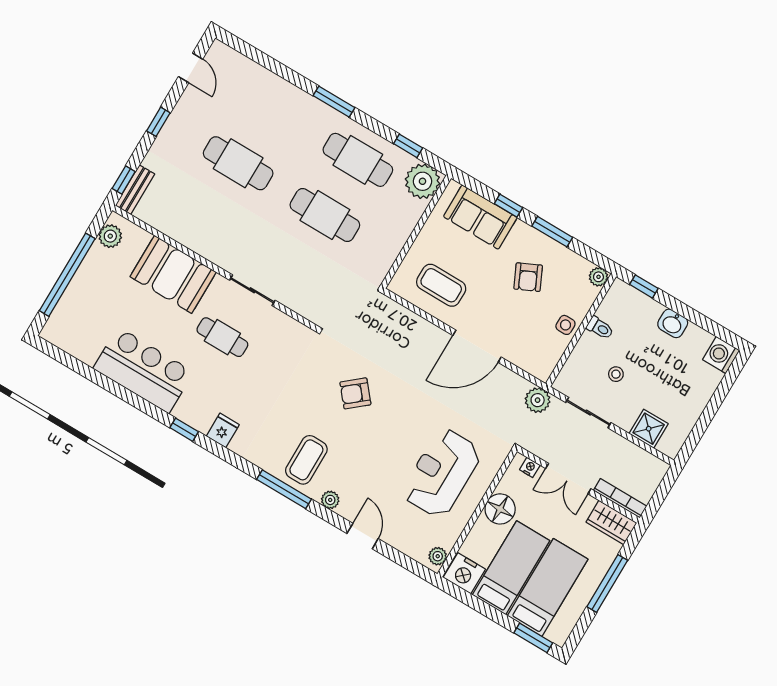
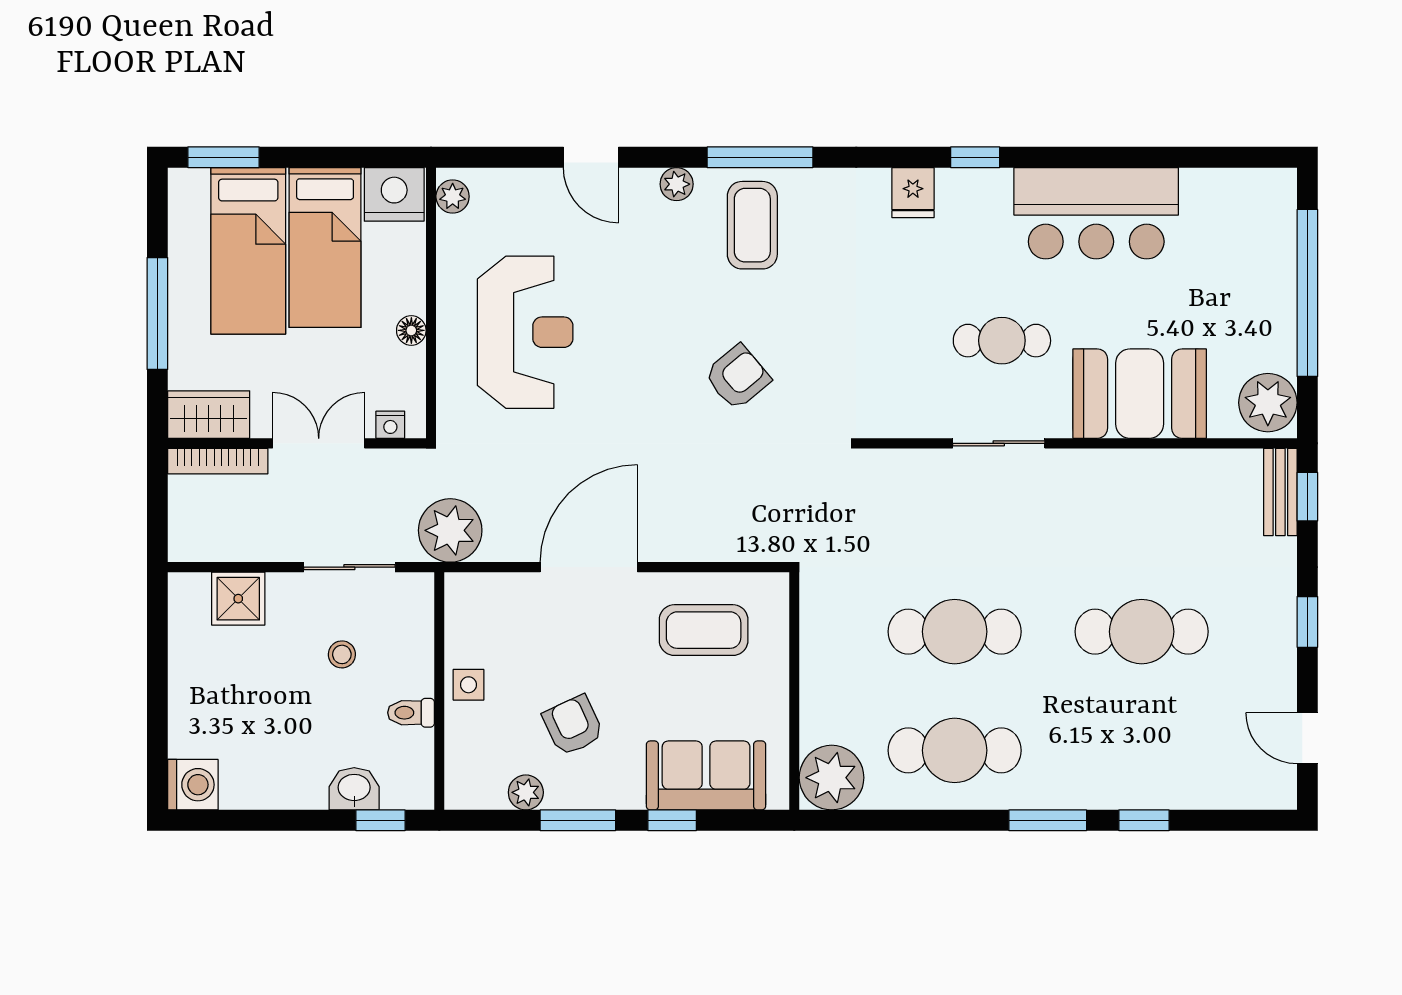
window: (408, 146) -> (1144, 820), moved
plant: (110, 236) -> (1268, 403), width x1.36, depth x1.36
plant: (598, 277) -> (526, 792), moved
washbasin: (673, 323) -> (354, 789), moved
plant: (538, 400) -> (450, 530), width x1.36, depth x1.36
floor lamp: (500, 509) -> (411, 330), width x0.53, depth x0.53

